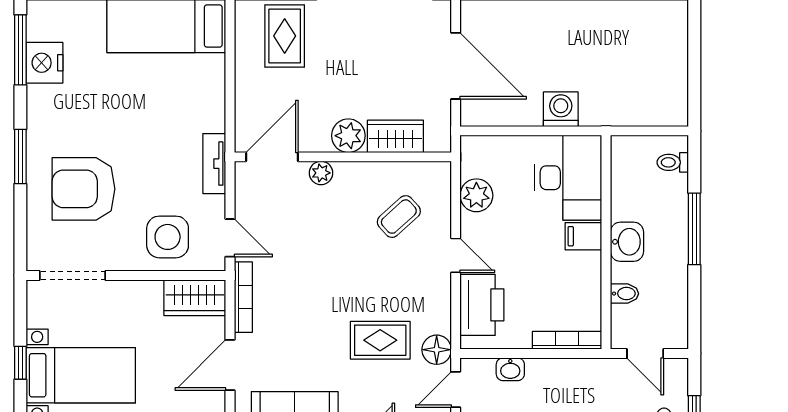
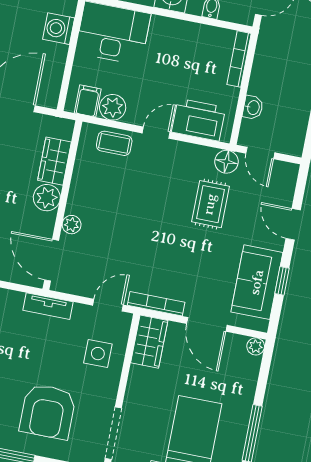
coffee table: (399, 217) -> (114, 143), moved, turned -48
filing cabinet: (583, 236) -> (88, 101), moved, turned 180
side table: (168, 237) -> (98, 354), width x0.73, depth x0.73

